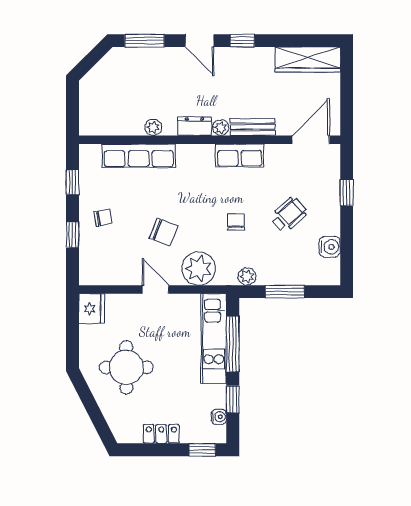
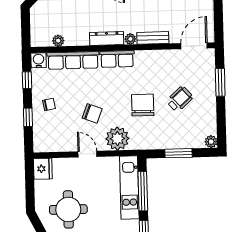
dresser: (194, 126) -> (107, 39), width x1.44
plant: (153, 127) -> (58, 41), moved
row of seats: (240, 156) -> (117, 59), moved
window: (347, 193) -> (220, 82), width x1.50
chair: (236, 222) -> (143, 105), width x1.87, depth x1.87
water cooler: (330, 247) -> (39, 60), moved, turned -90
plant: (247, 276) -> (211, 142), moved

